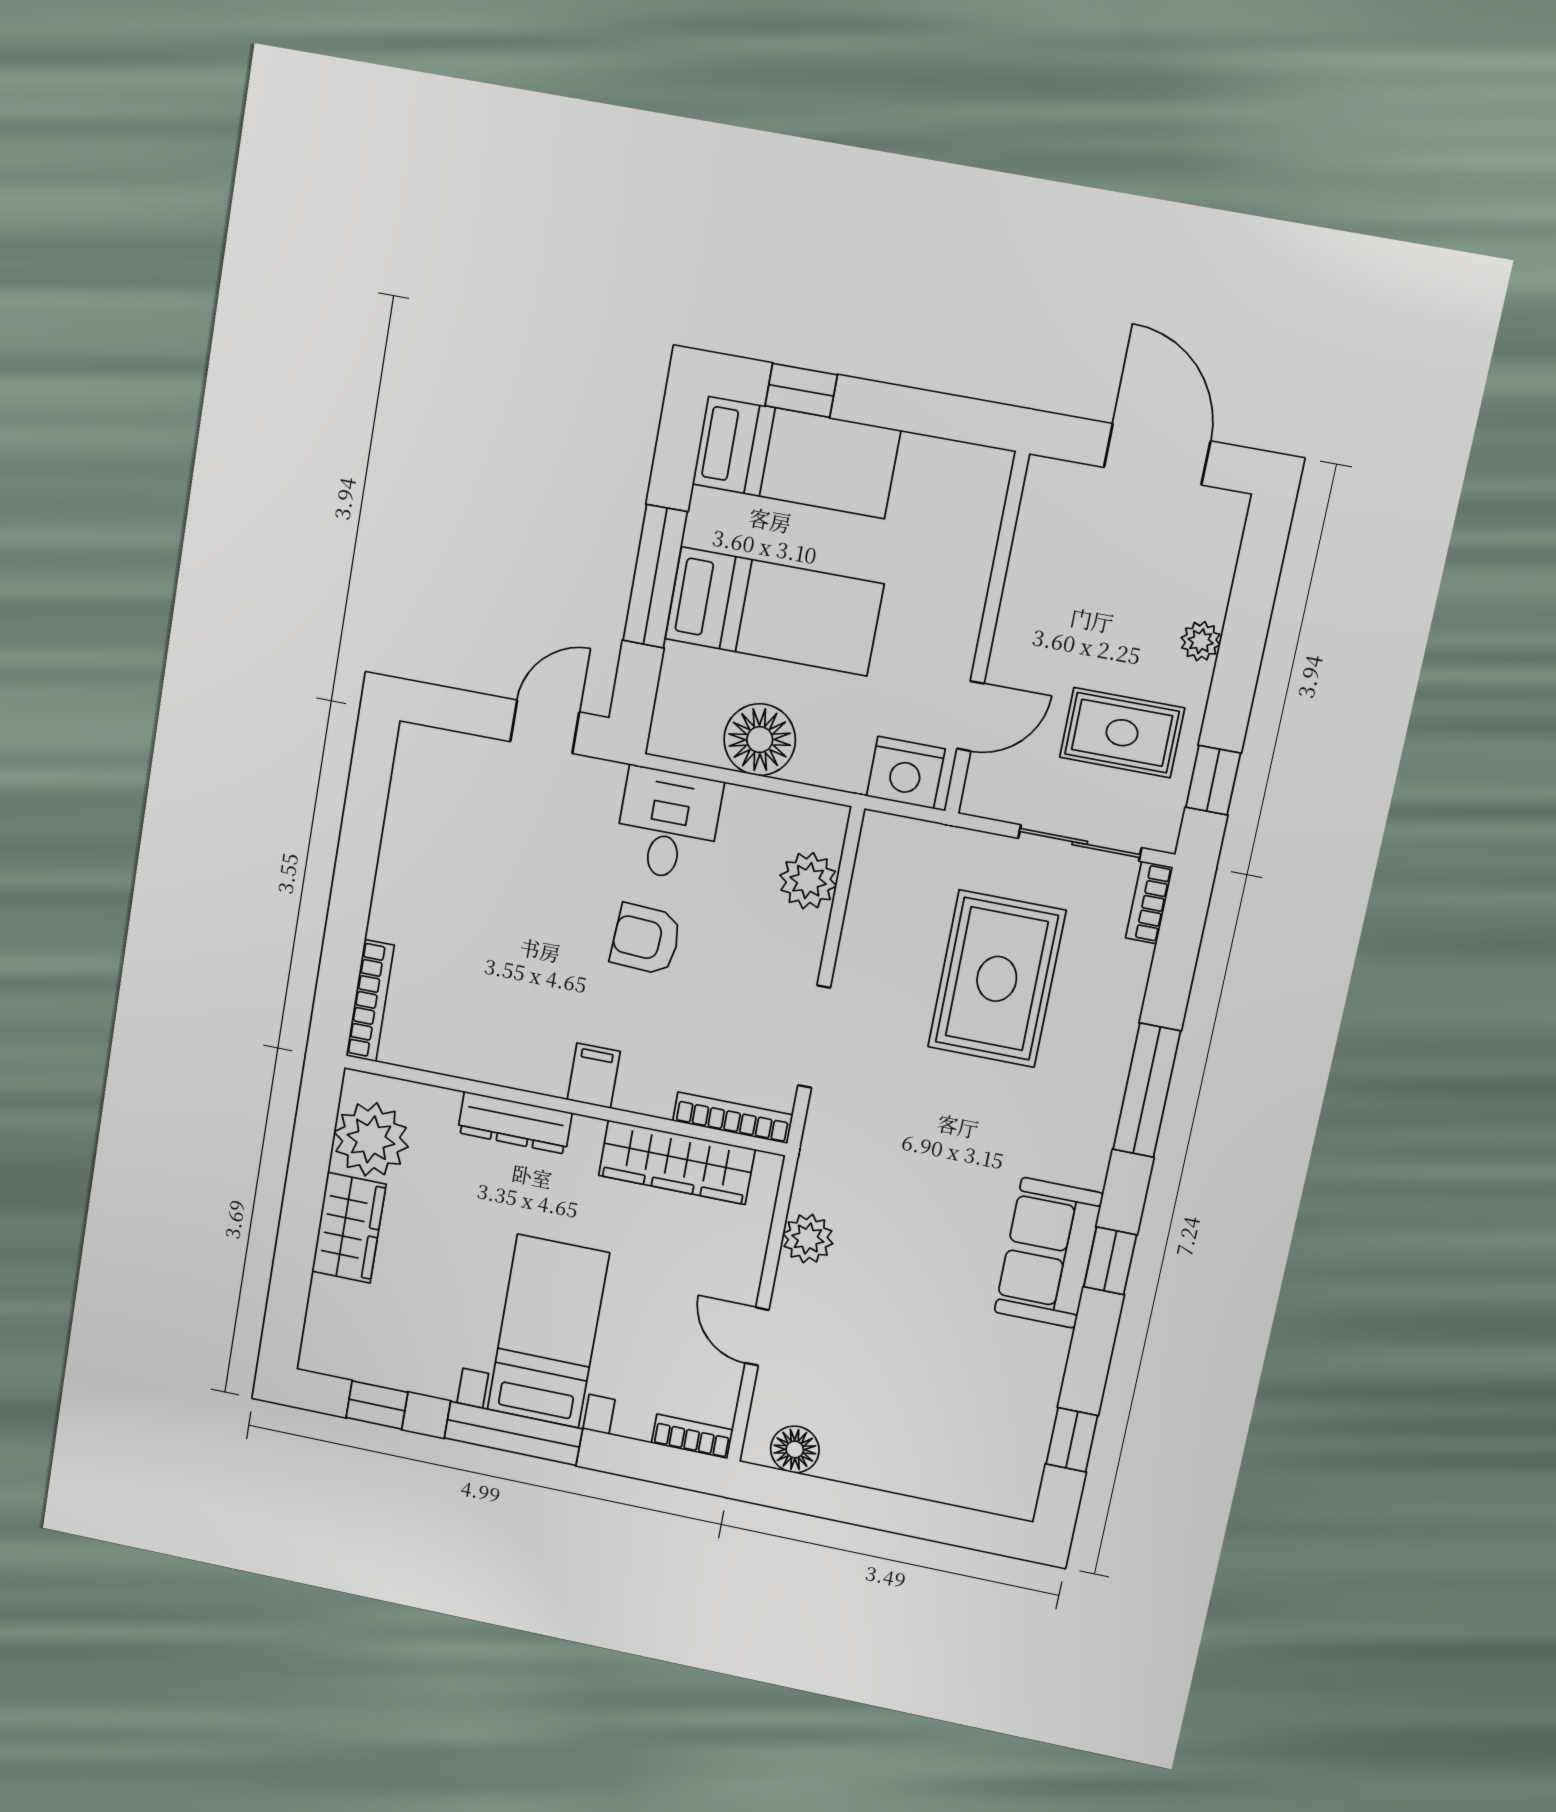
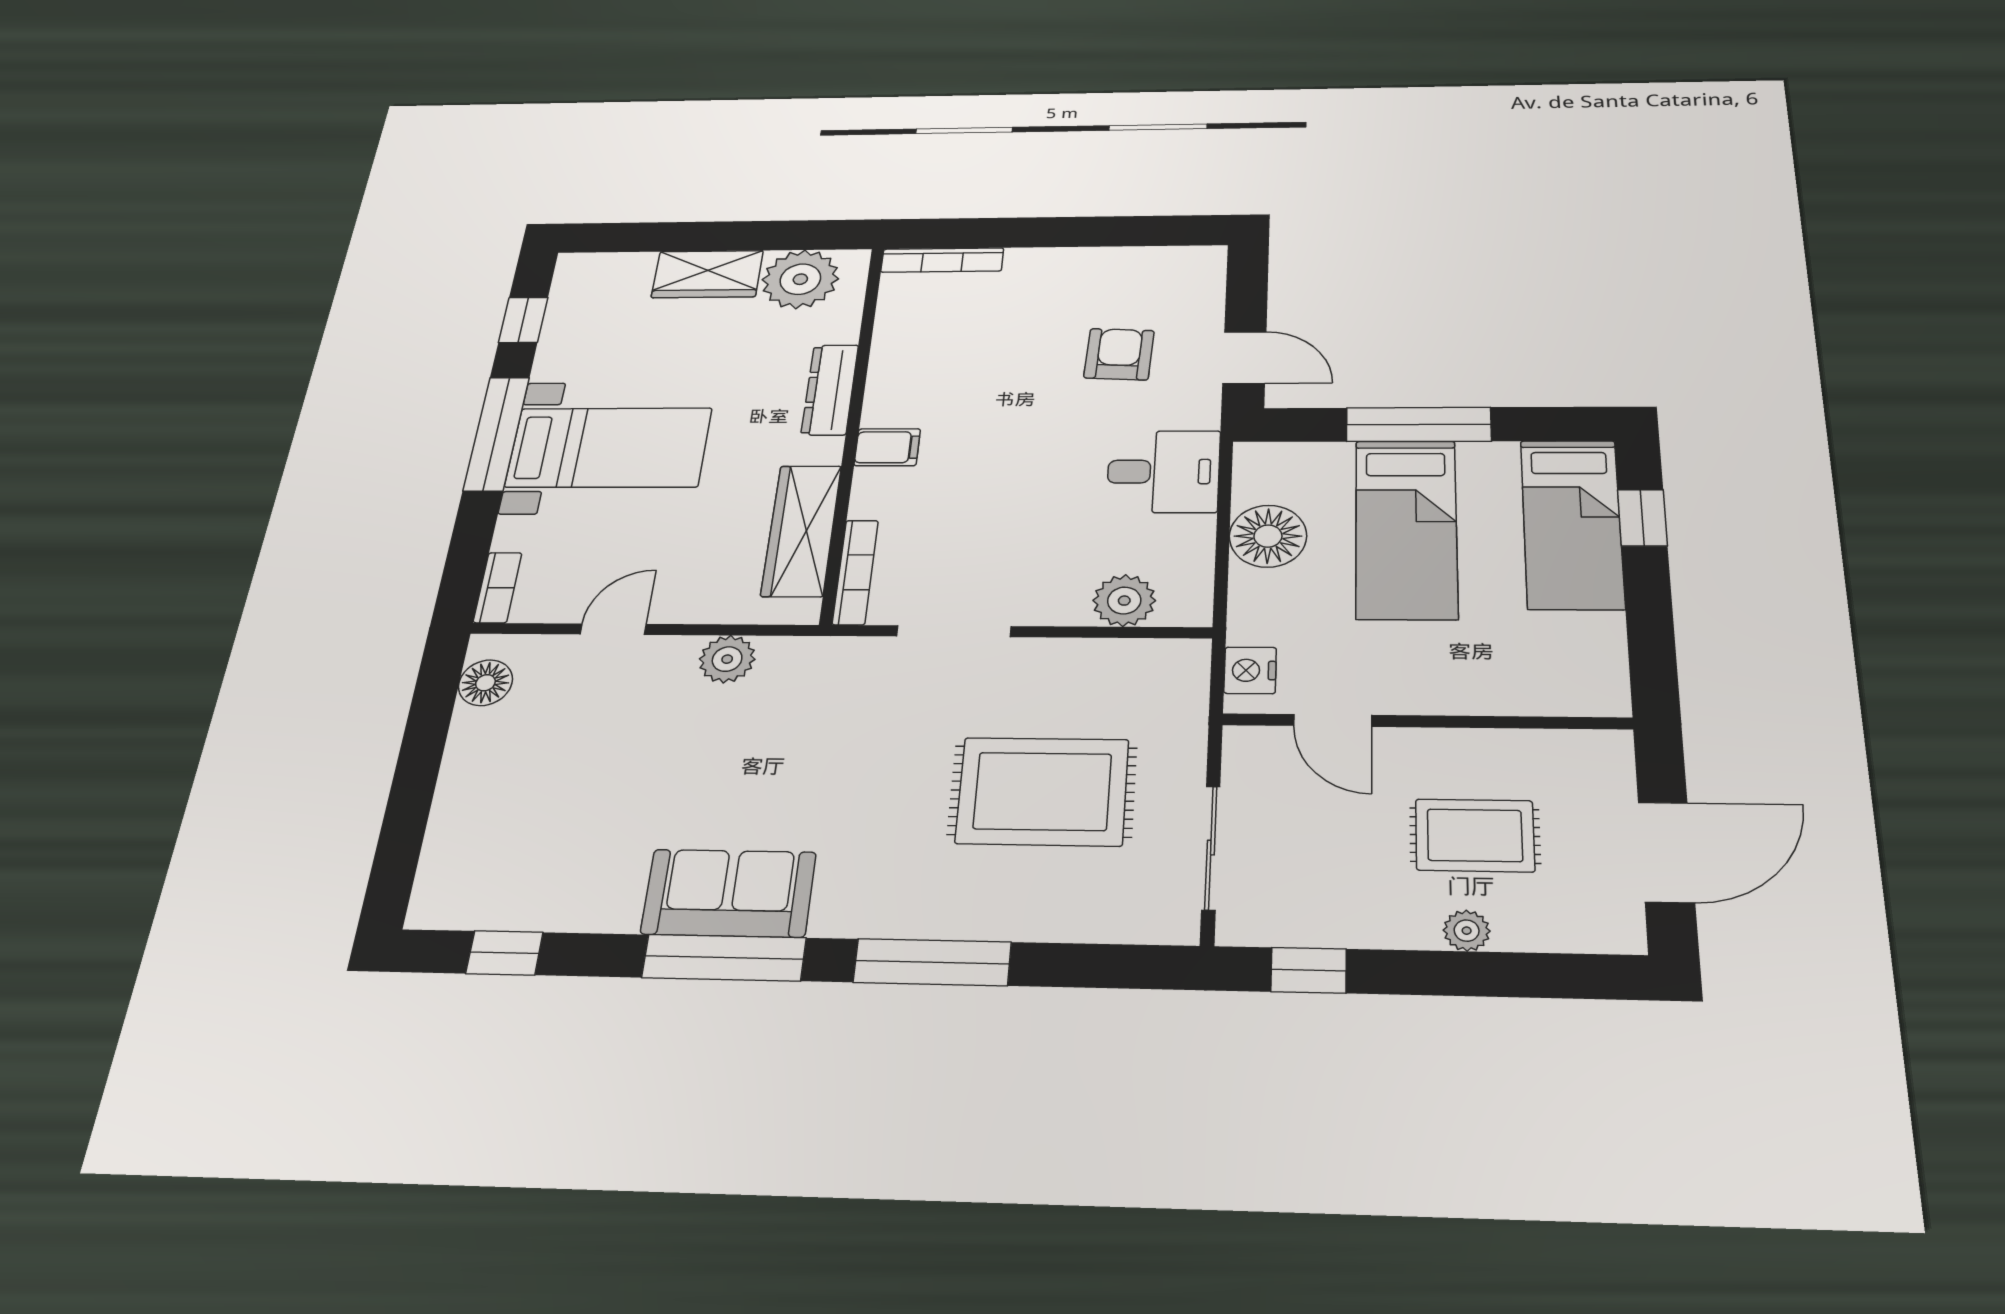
rug: (1122, 733) -> (1475, 835), moved, turned 90
nightstand: (906, 773) -> (1250, 670), width x0.74, depth x0.75
bookcase: (1149, 903) -> (1154, 928), removed
armchair: (646, 939) -> (1119, 354), moved
window: (1110, 1261) -> (724, 958), width x2.17

